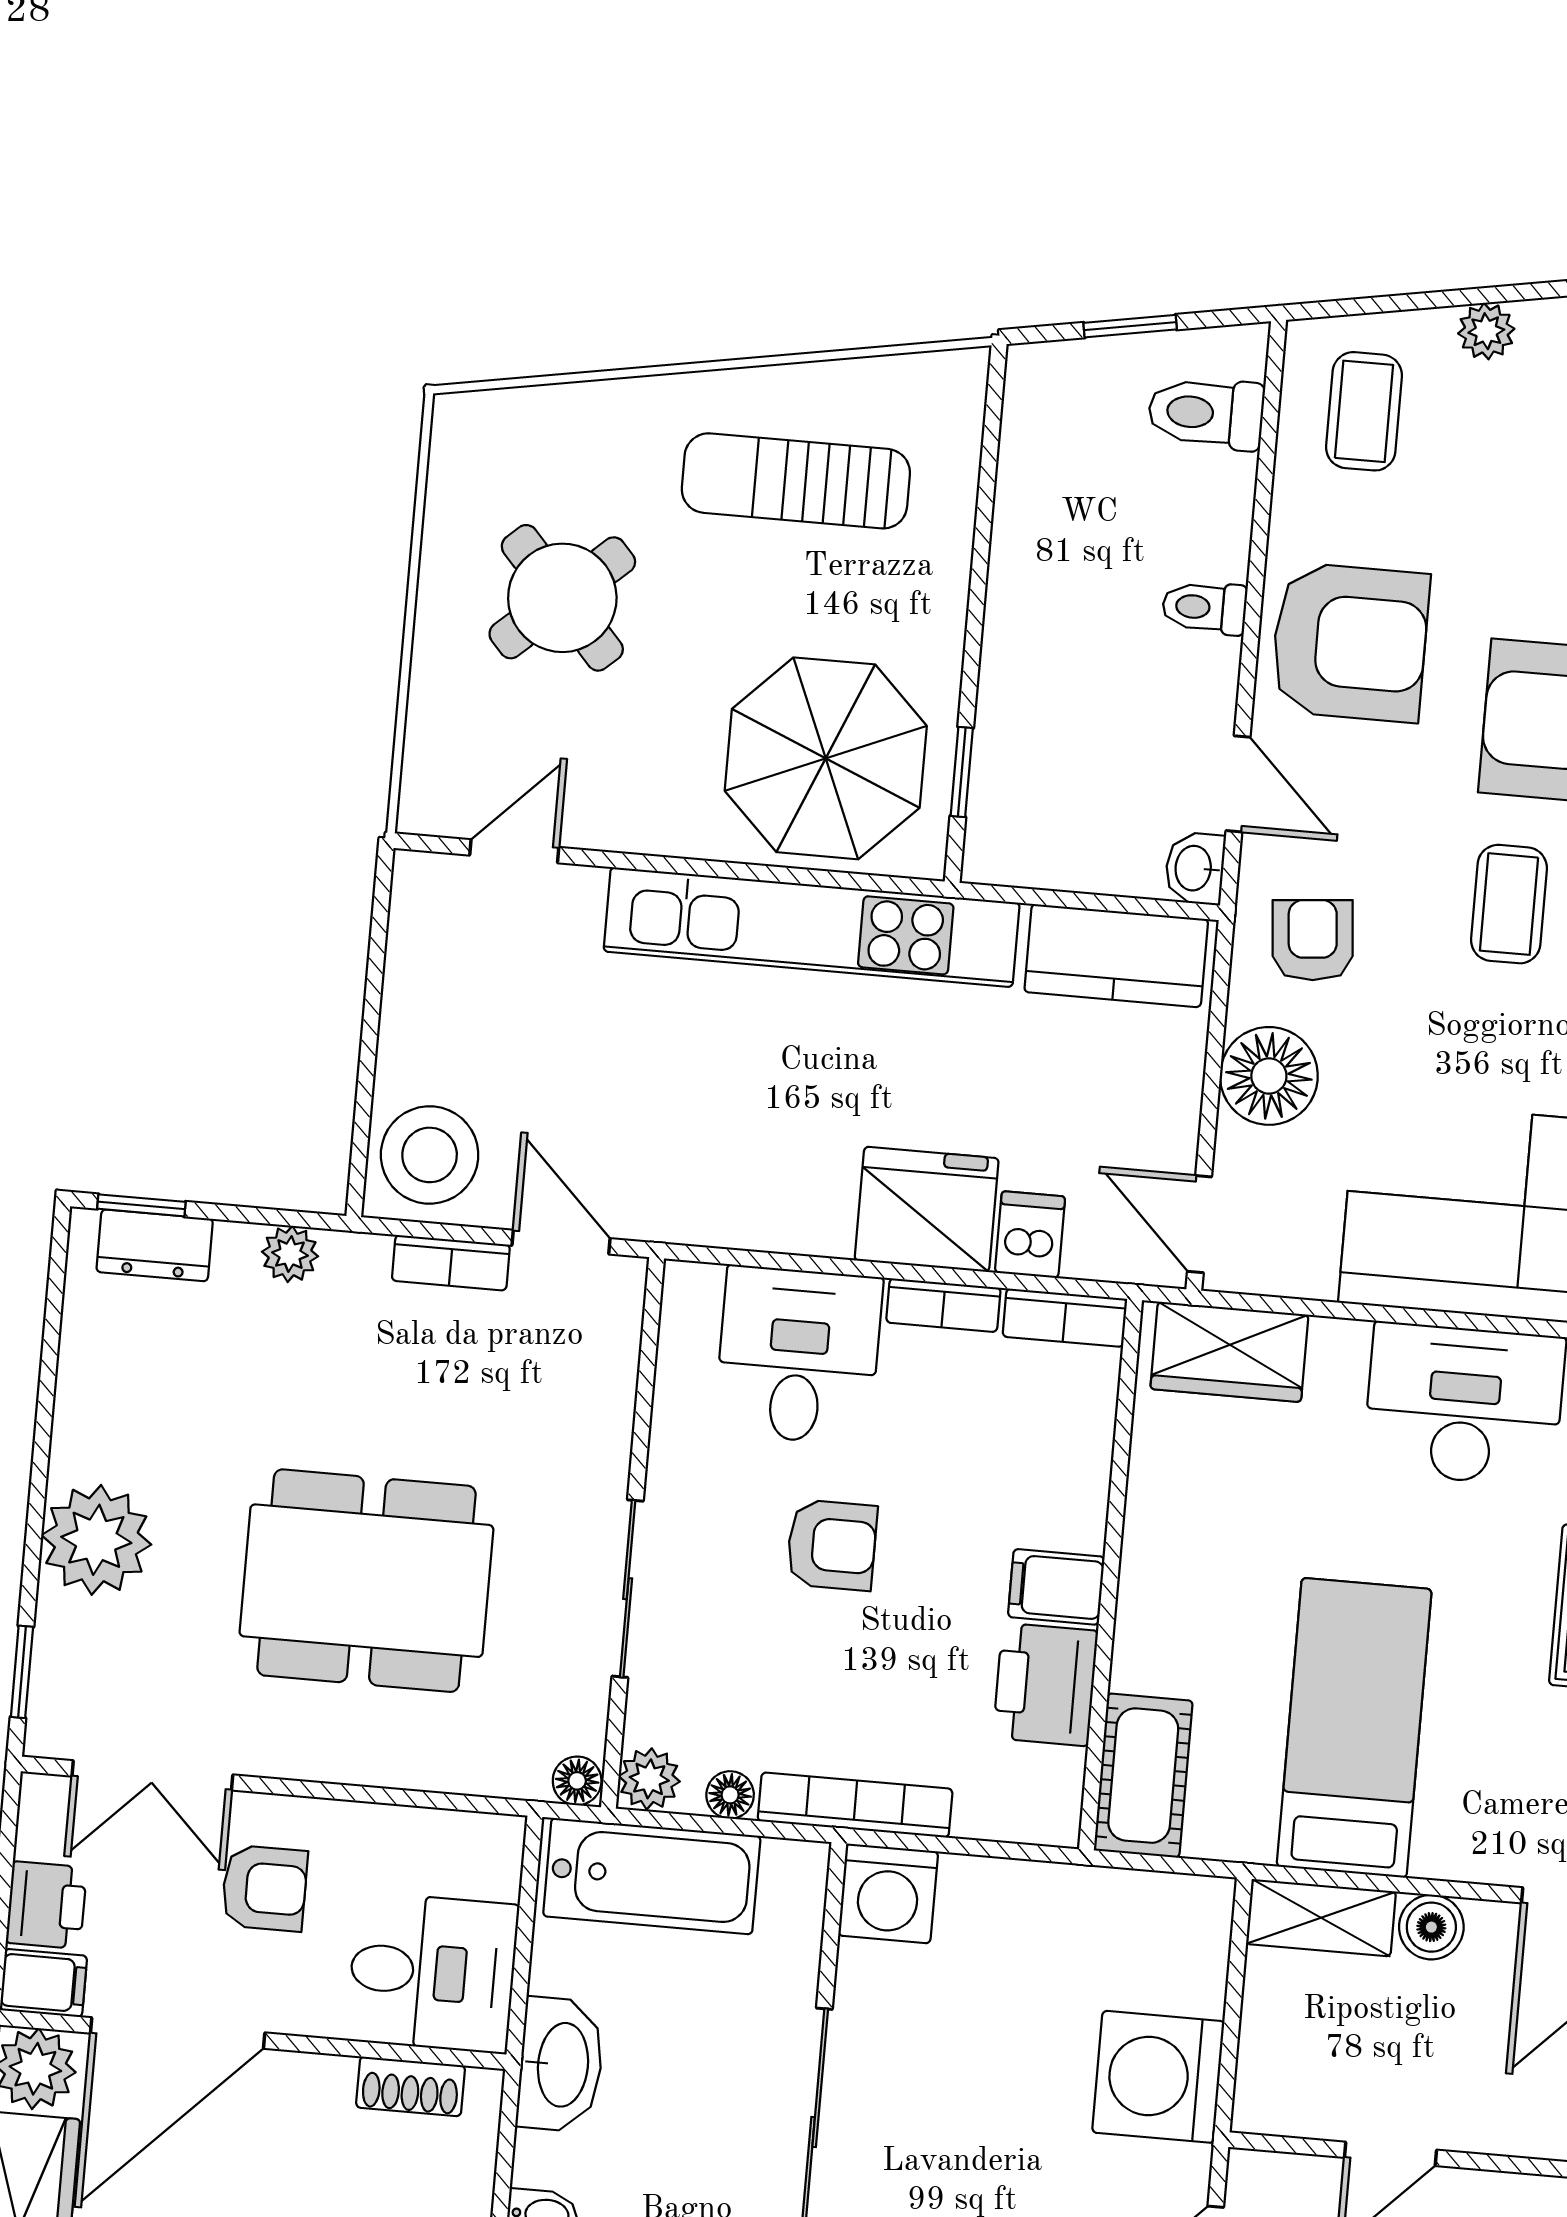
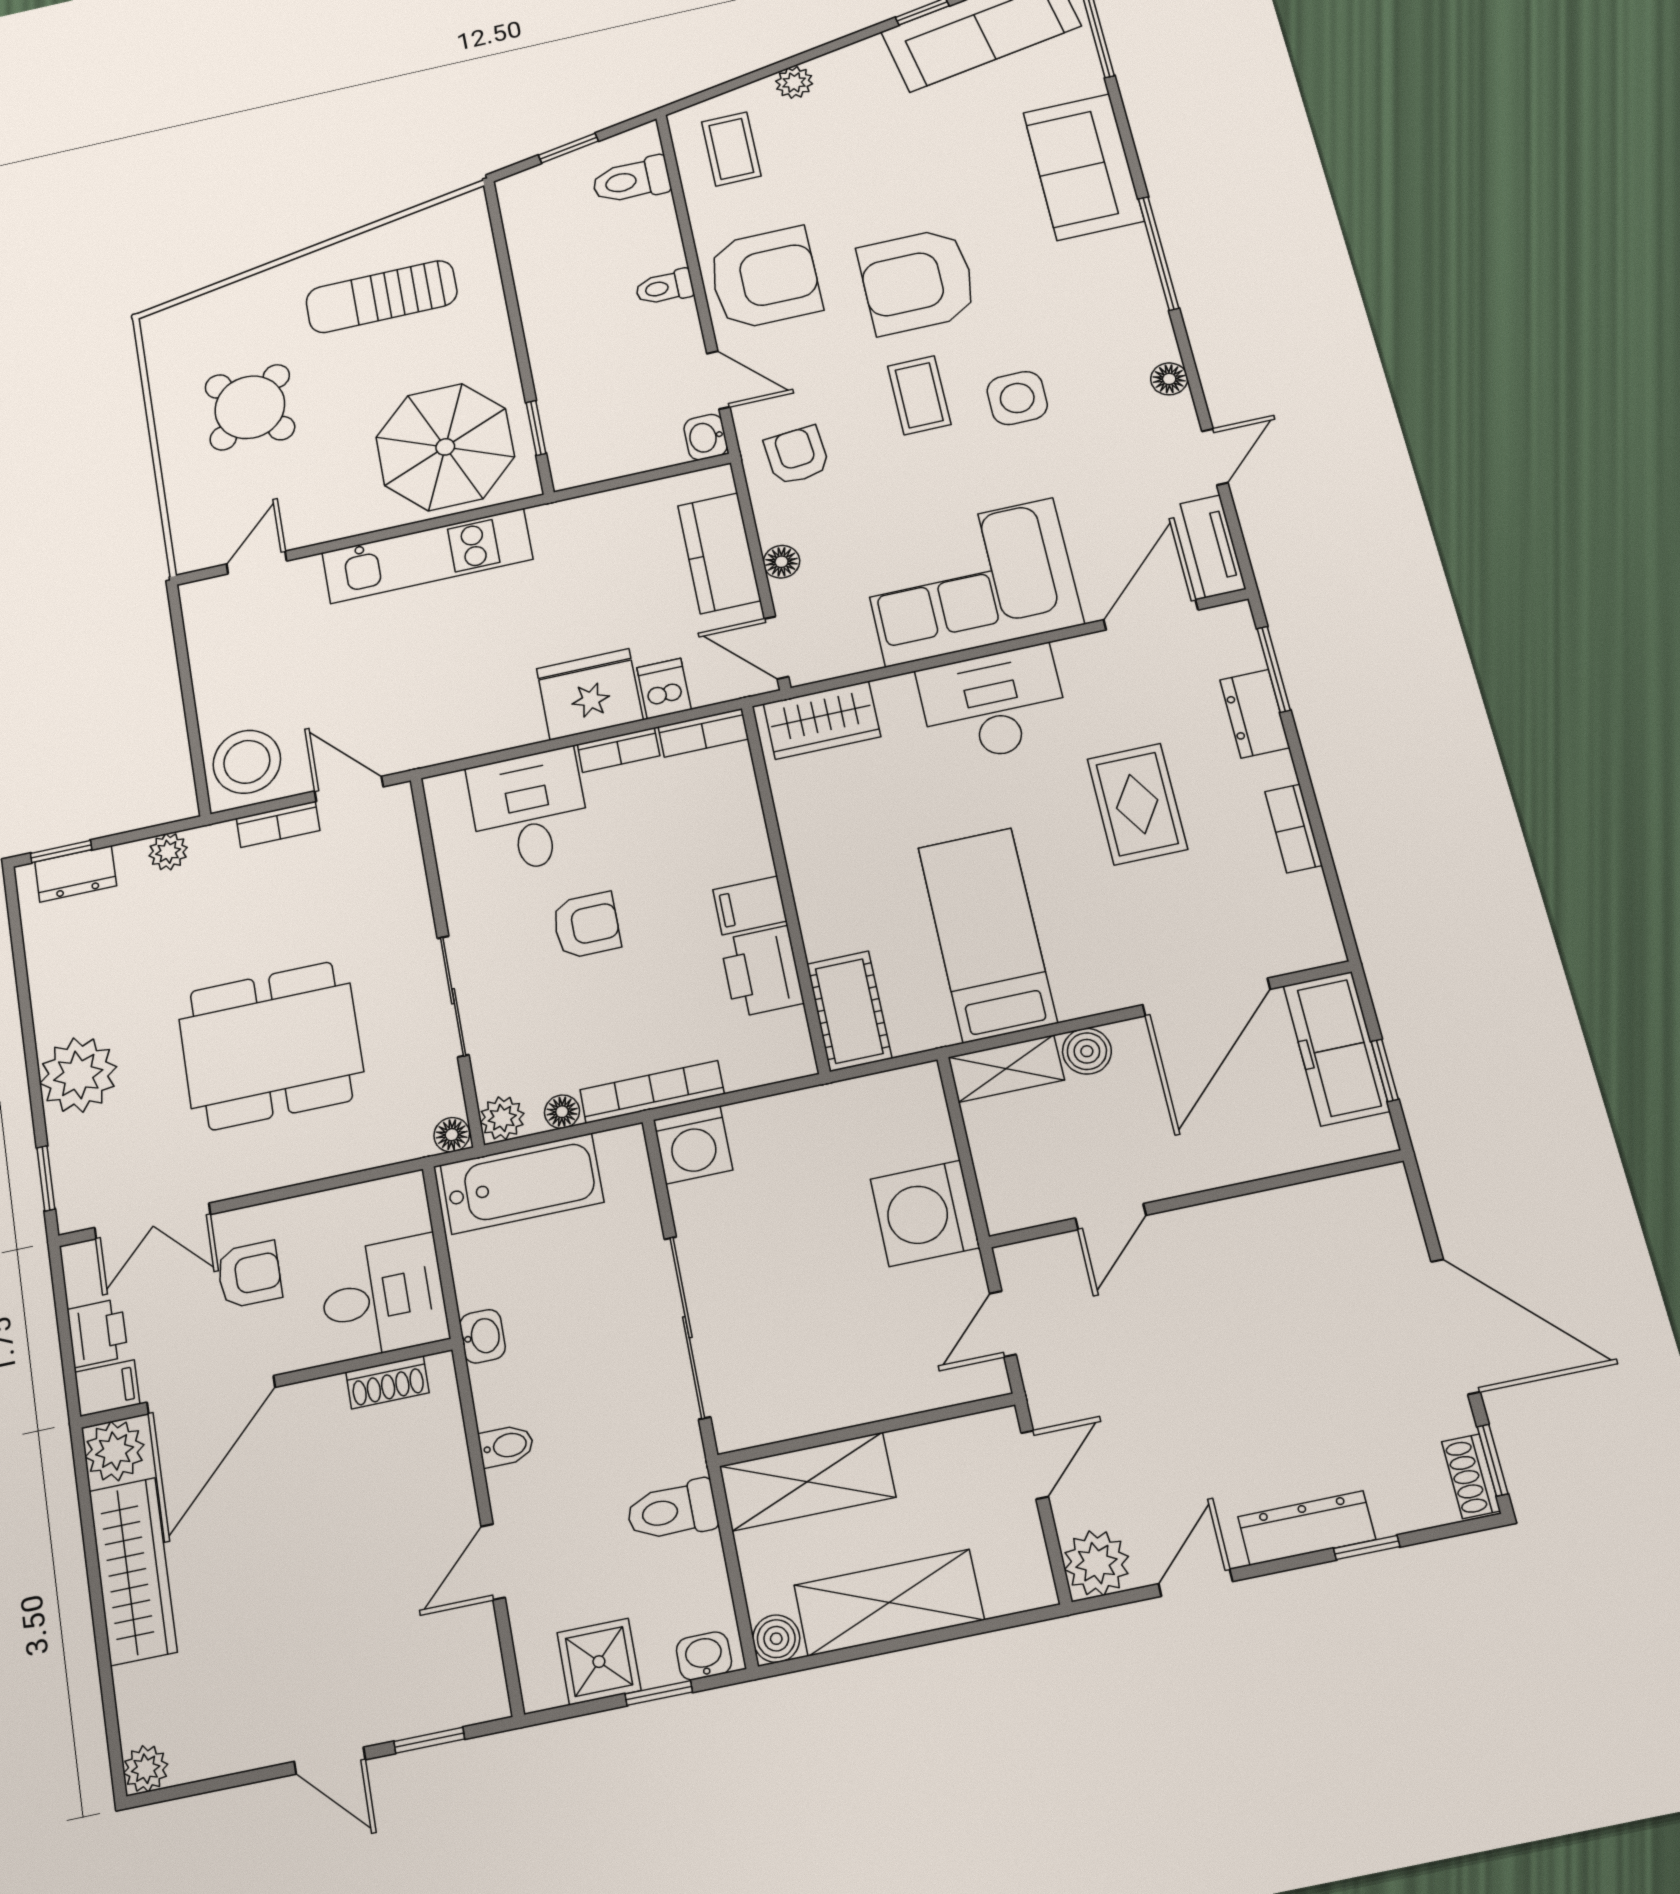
kitchen unit: (812, 927) -> (427, 556), width x0.73
kitchen counter: (1116, 956) -> (719, 553), moved, turned 90
floor lamp: (1269, 1076) -> (781, 562), width x0.53, depth x0.53
washbasin: (561, 2065) -> (482, 1336), width x0.52, depth x0.69

